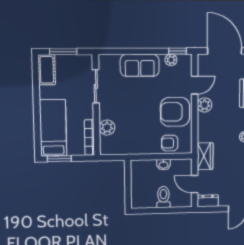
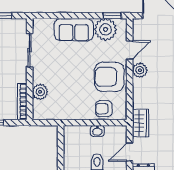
plant: (171, 60) -> (106, 30), width x1.88, depth x1.88
door: (195, 184) -> (130, 152), hinge flipped

